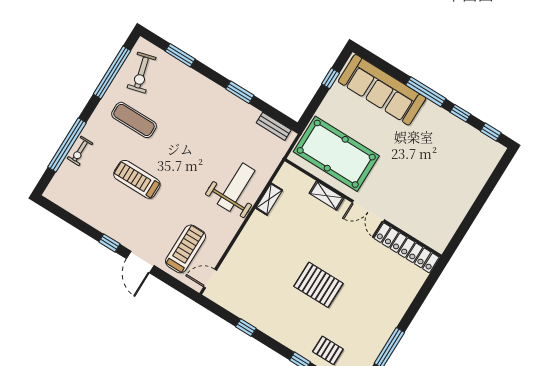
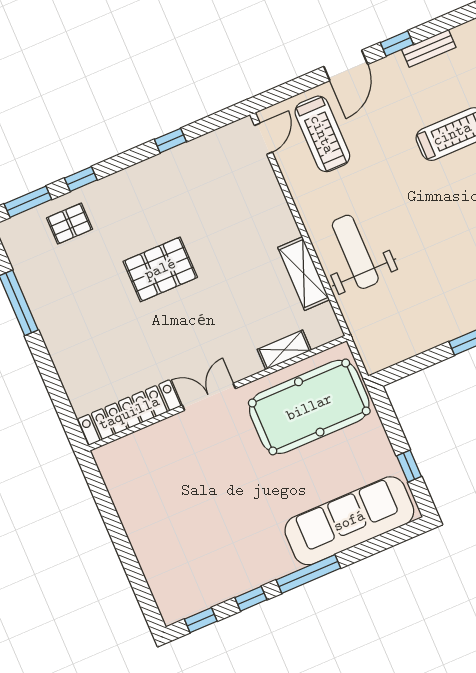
bench: (274, 126) -> (429, 48), moved
weight bench: (236, 187) -> (355, 252), turned 180
shelving: (327, 196) -> (284, 350), moved
shelving: (269, 199) -> (304, 274), width x1.50, depth x1.33
door: (140, 262) -> (346, 65), swing flipped

